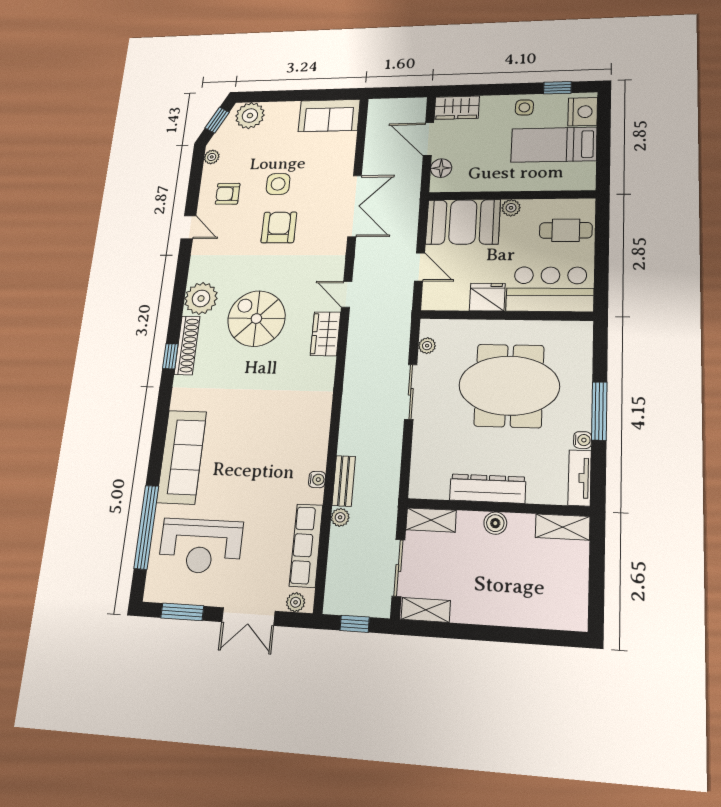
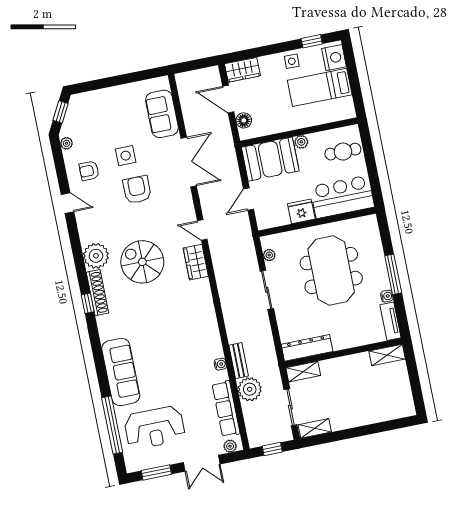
plant: (250, 116) -> (86, 104), removed
sofa: (329, 116) -> (162, 114), moved, turned 90
door: (419, 267) -> (249, 199), swing flipped
meeting table: (509, 386) -> (331, 271), turned 90
dresser: (488, 489) -> (307, 348), moved
plant: (340, 517) -> (250, 389), width x1.88, depth x1.88
boiler: (495, 523) -> (345, 363), removed

